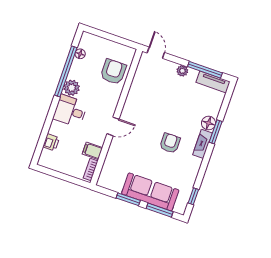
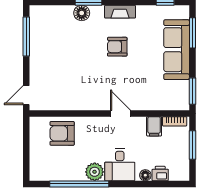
floor lamp: (80, 54) -> (145, 175), moved
plant: (182, 71) -> (36, 60), removed
tv unit: (213, 82) -> (36, 23), removed
fireplace: (203, 144) -> (120, 12), moved
window: (66, 178) -> (192, 145), added
window: (128, 199) -> (192, 91), moved

